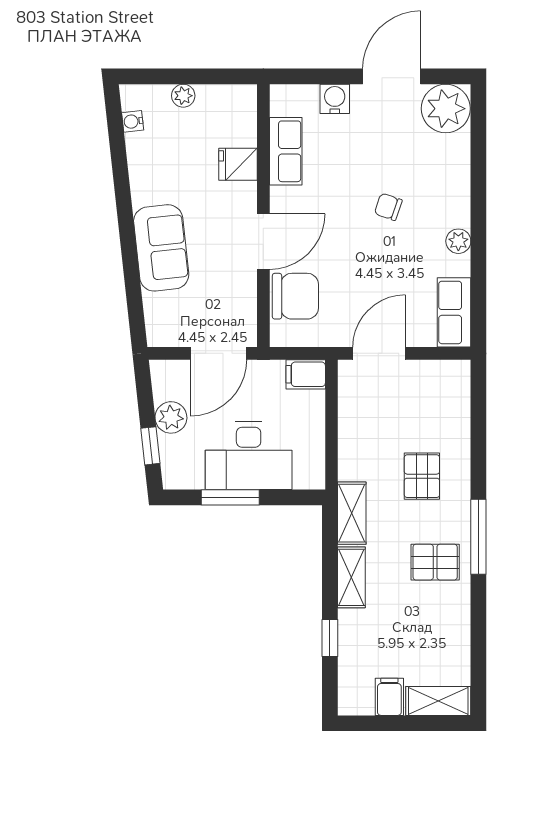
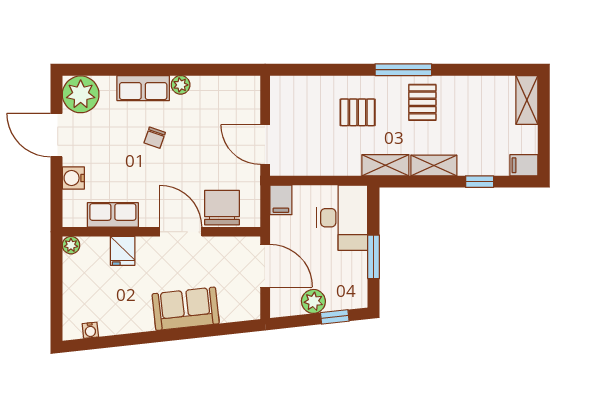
plant: (183, 96) -> (71, 245), moved
row of seats: (454, 312) -> (143, 88), moved
desk: (249, 456) -> (342, 218), moved
filing cabinet: (389, 697) -> (524, 165), moved

